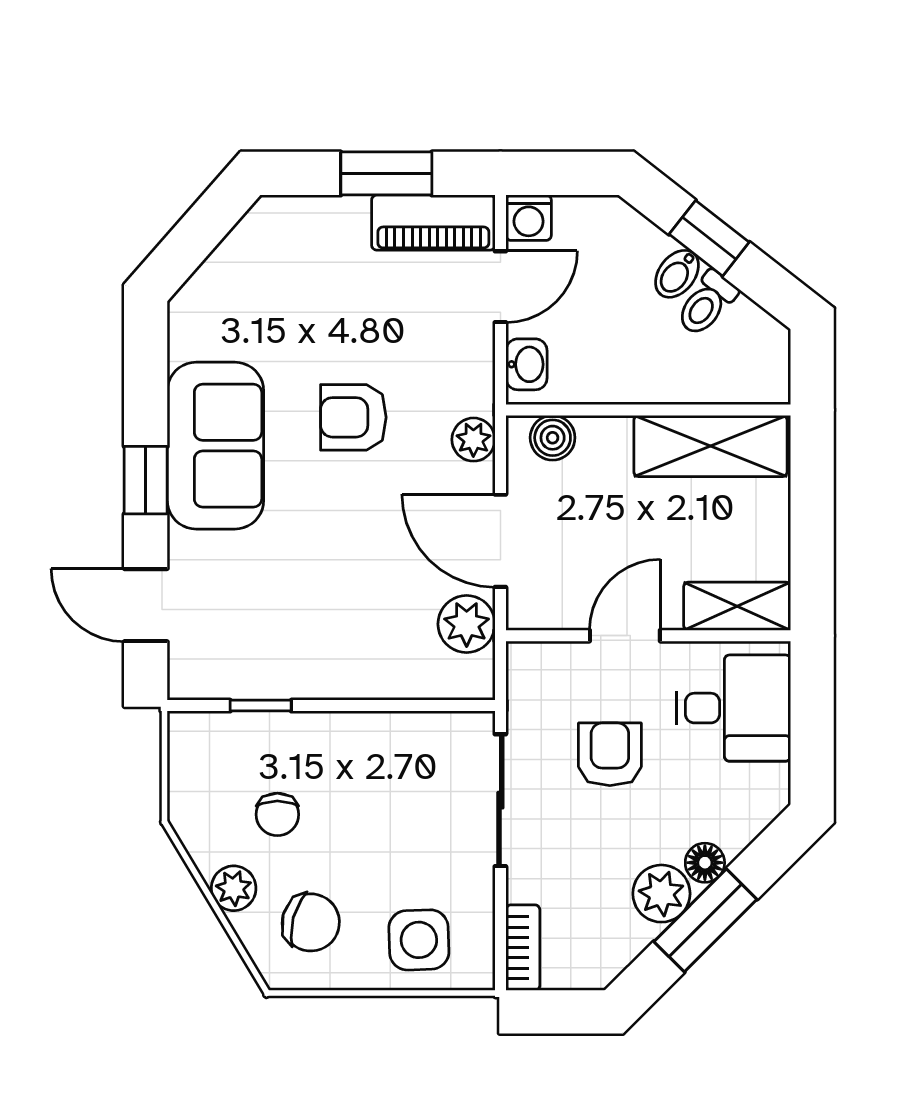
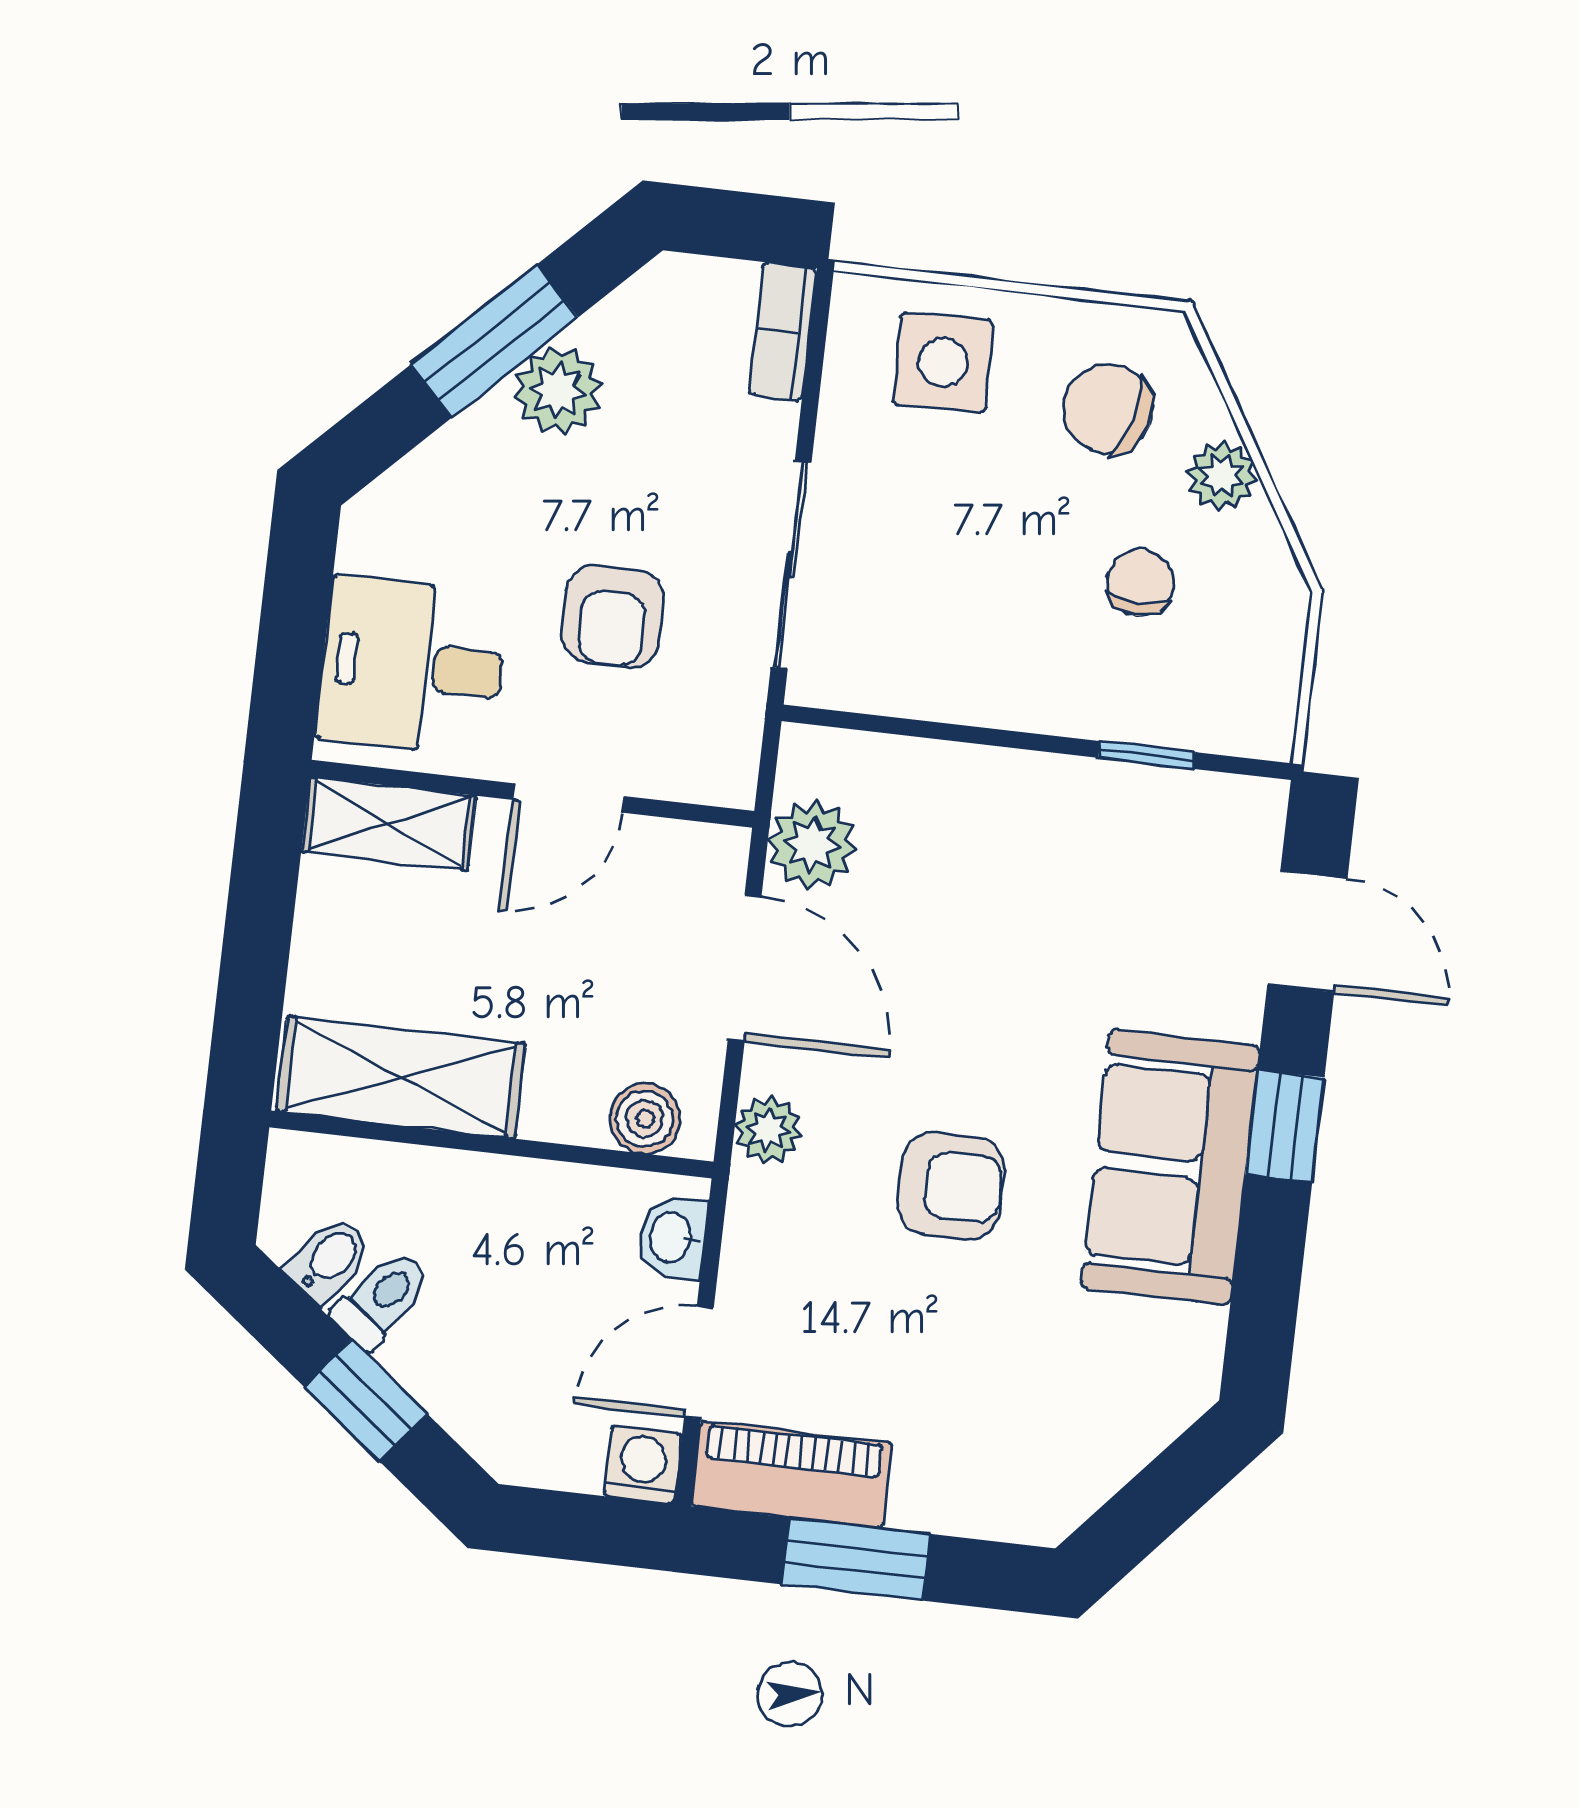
bidet: (677, 274) -> (329, 1260), moved
floor lamp: (705, 863) -> (485, 431), removed

